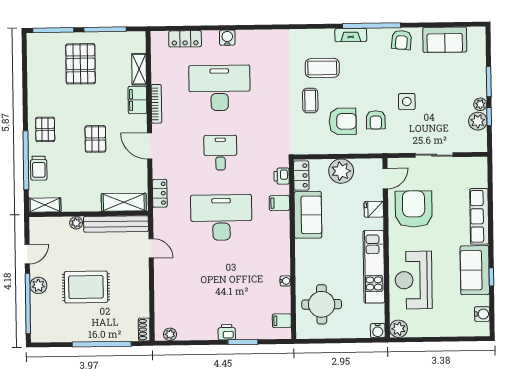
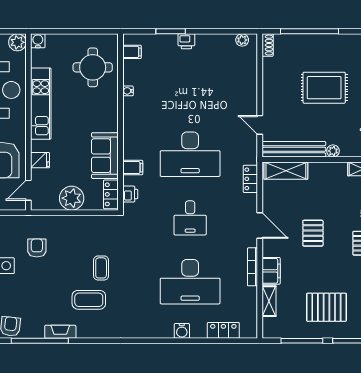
pallet: (81, 64) -> (326, 307), turned 90
armchair: (343, 121) -> (69, 247), removed

